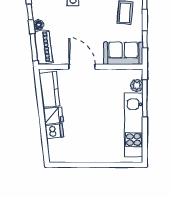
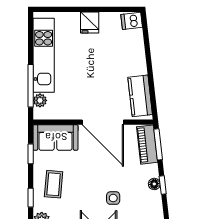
floor lamp: (39, 25) -> (154, 184), moved
door: (82, 67) -> (103, 122), width x1.36
fridge: (53, 116) -> (90, 23), moved, turned -84
dishwasher: (54, 131) -> (132, 21), moved

